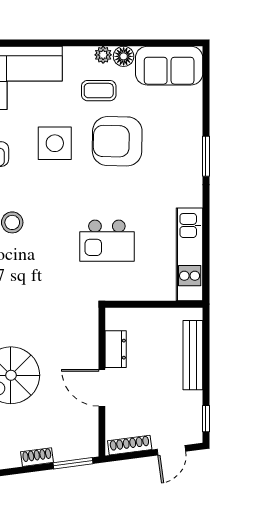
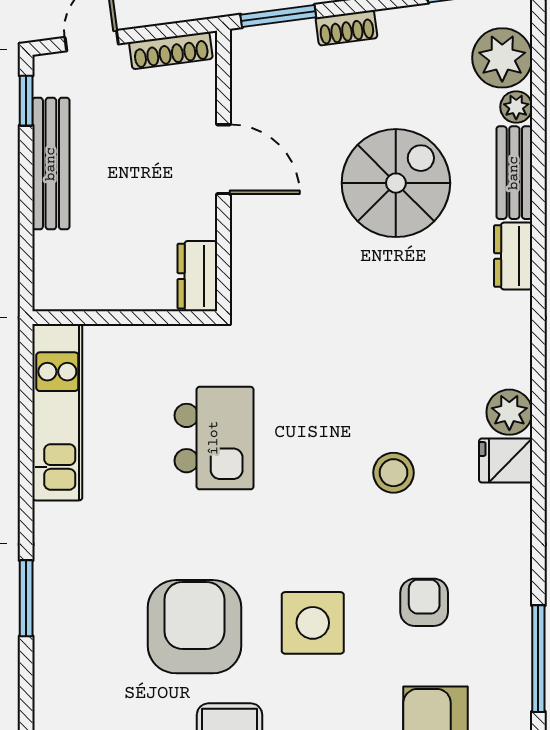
armchair: (117, 141) -> (194, 627), turned -91
kitchen island: (107, 241) -> (214, 438), turned 90
dresser: (116, 349) -> (197, 276), moved
bench: (193, 355) -> (51, 164), moved

